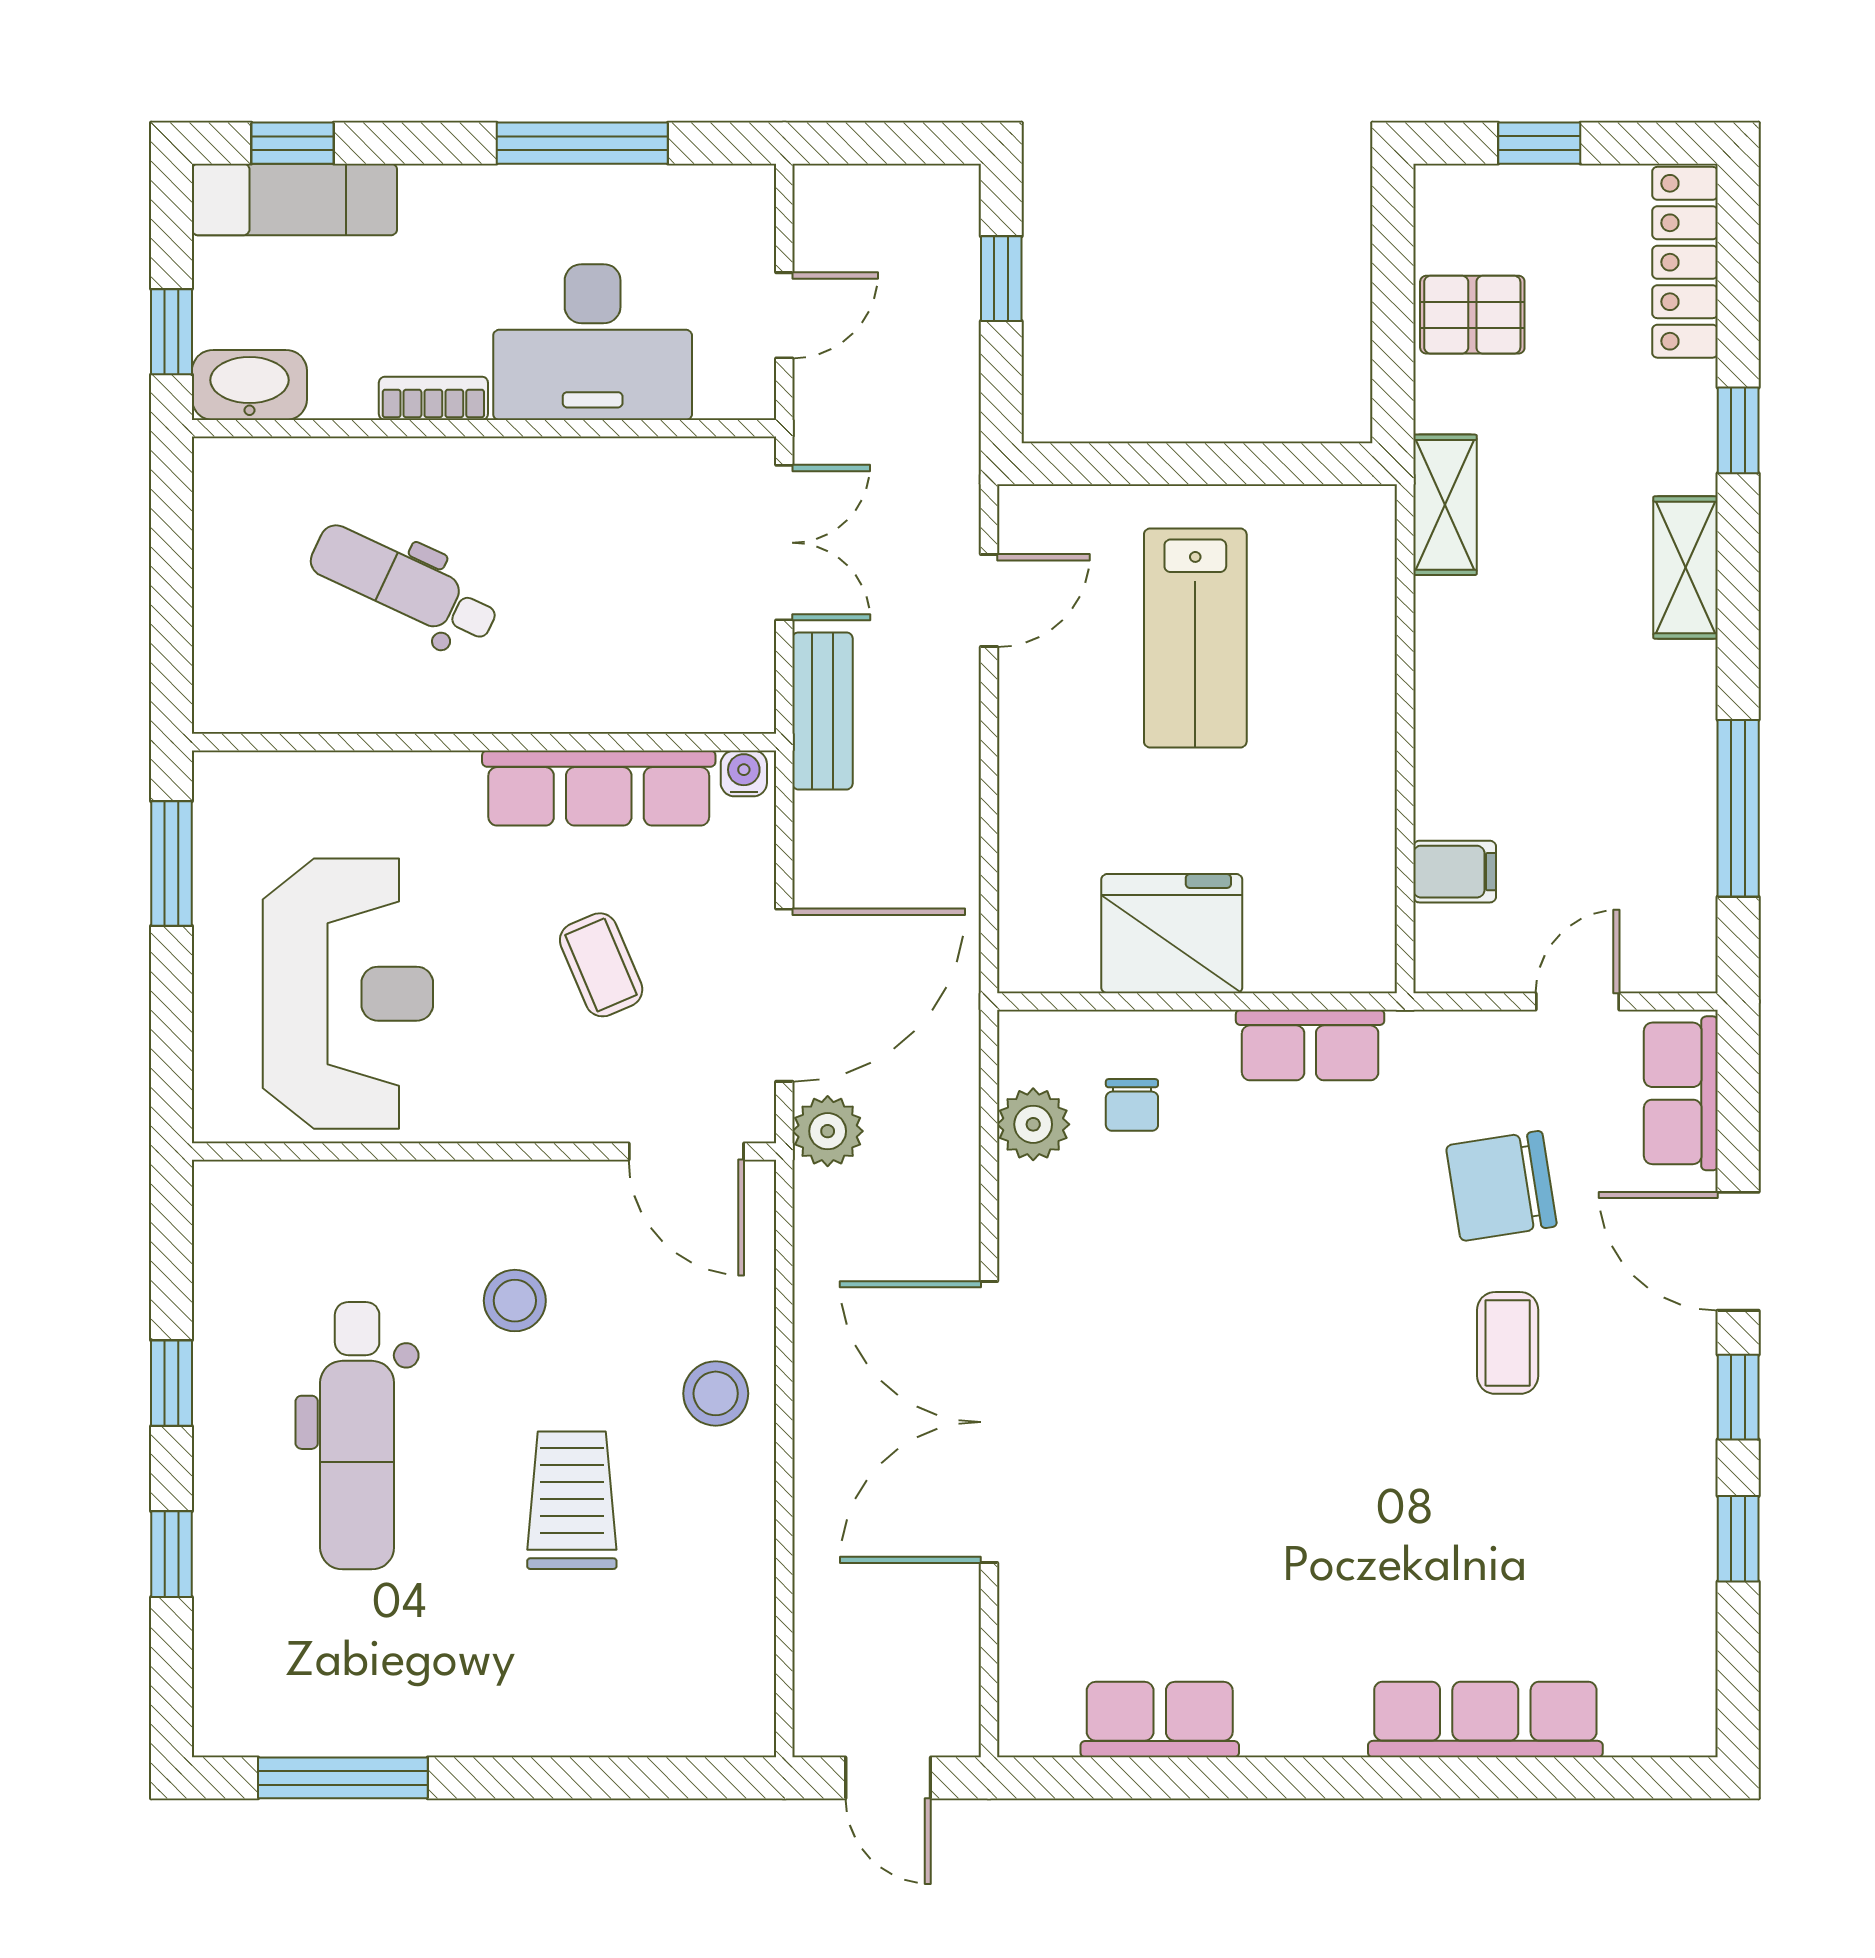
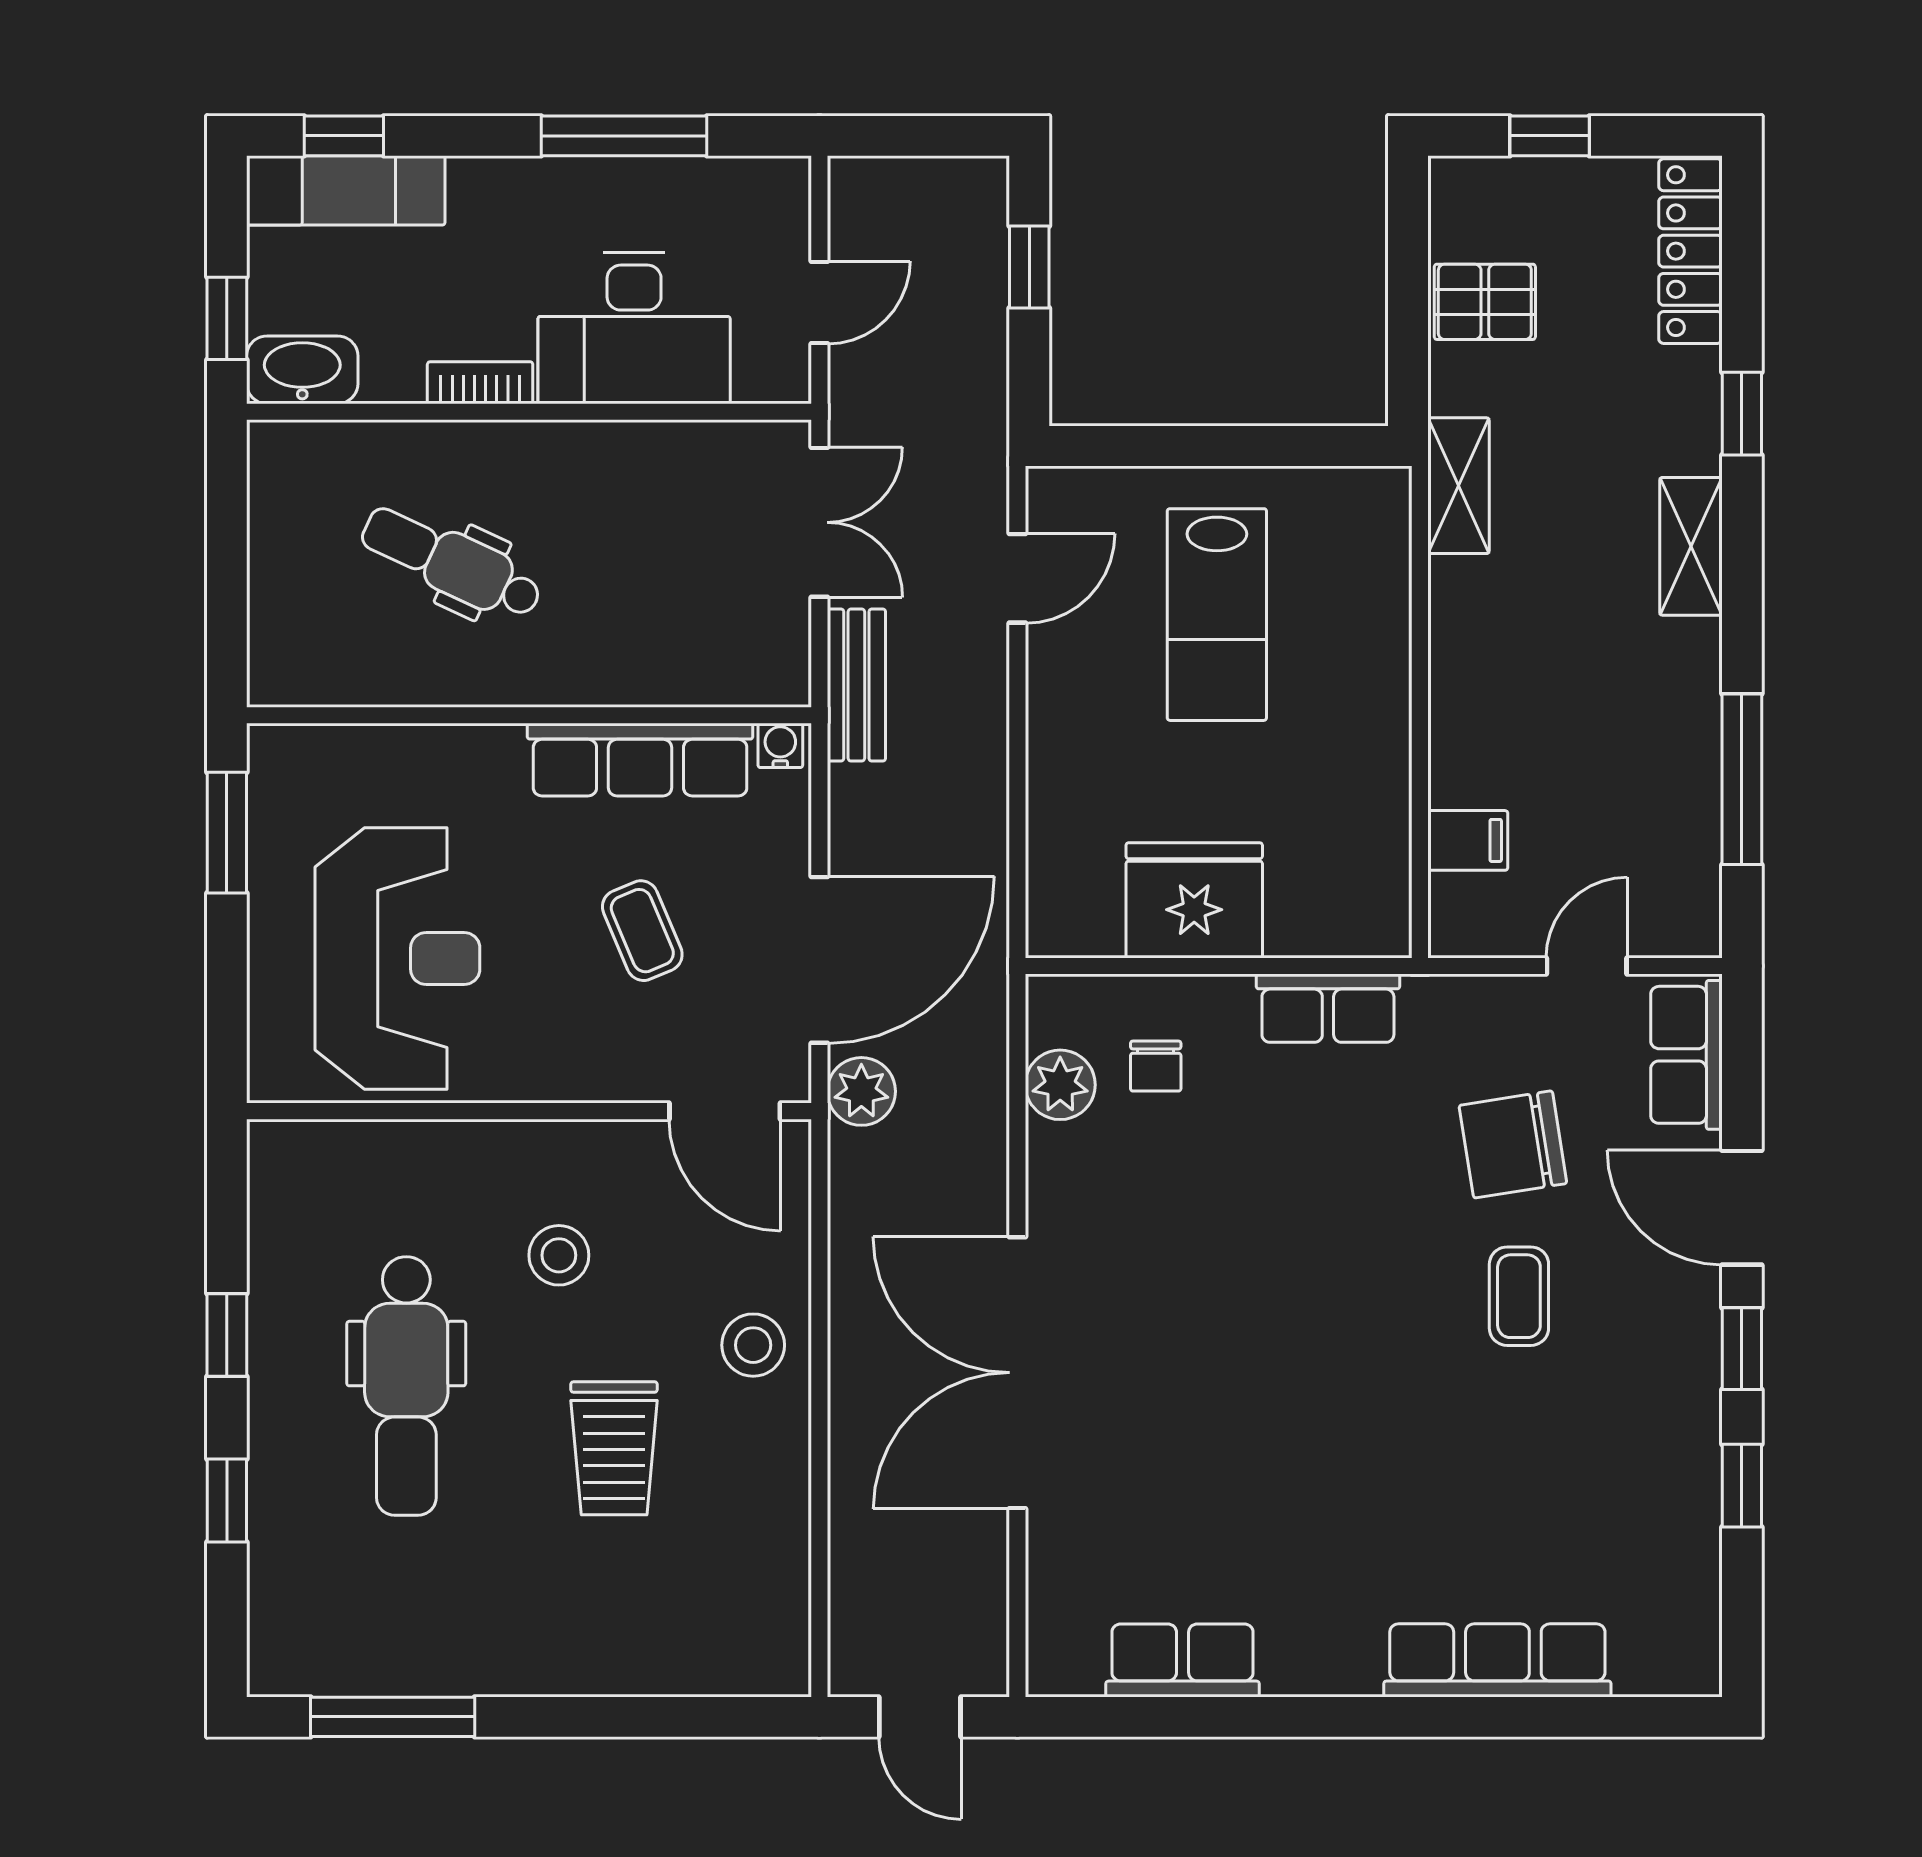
trolley: (572, 1500) -> (614, 1448), turned 180

